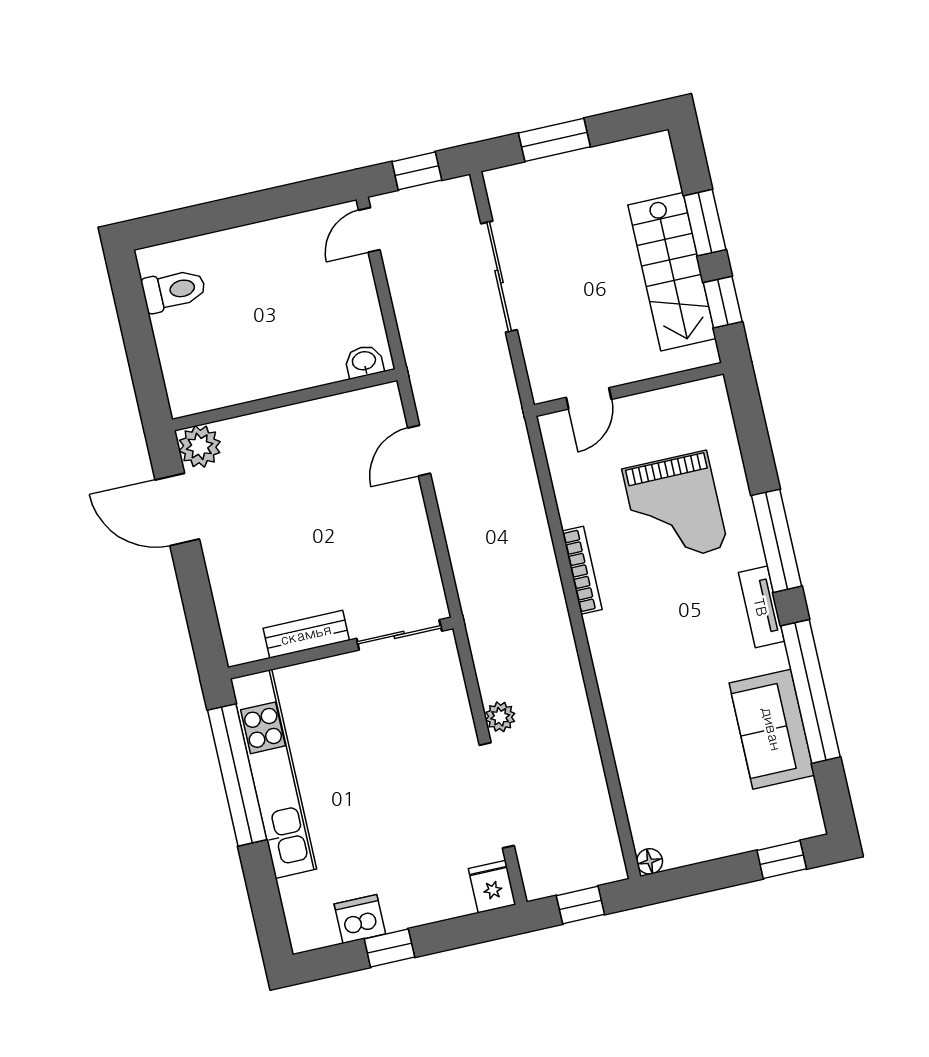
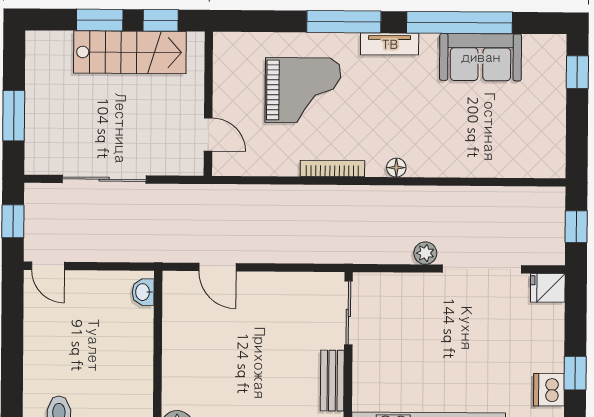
floor lamp: (650, 861) -> (396, 168), moved

